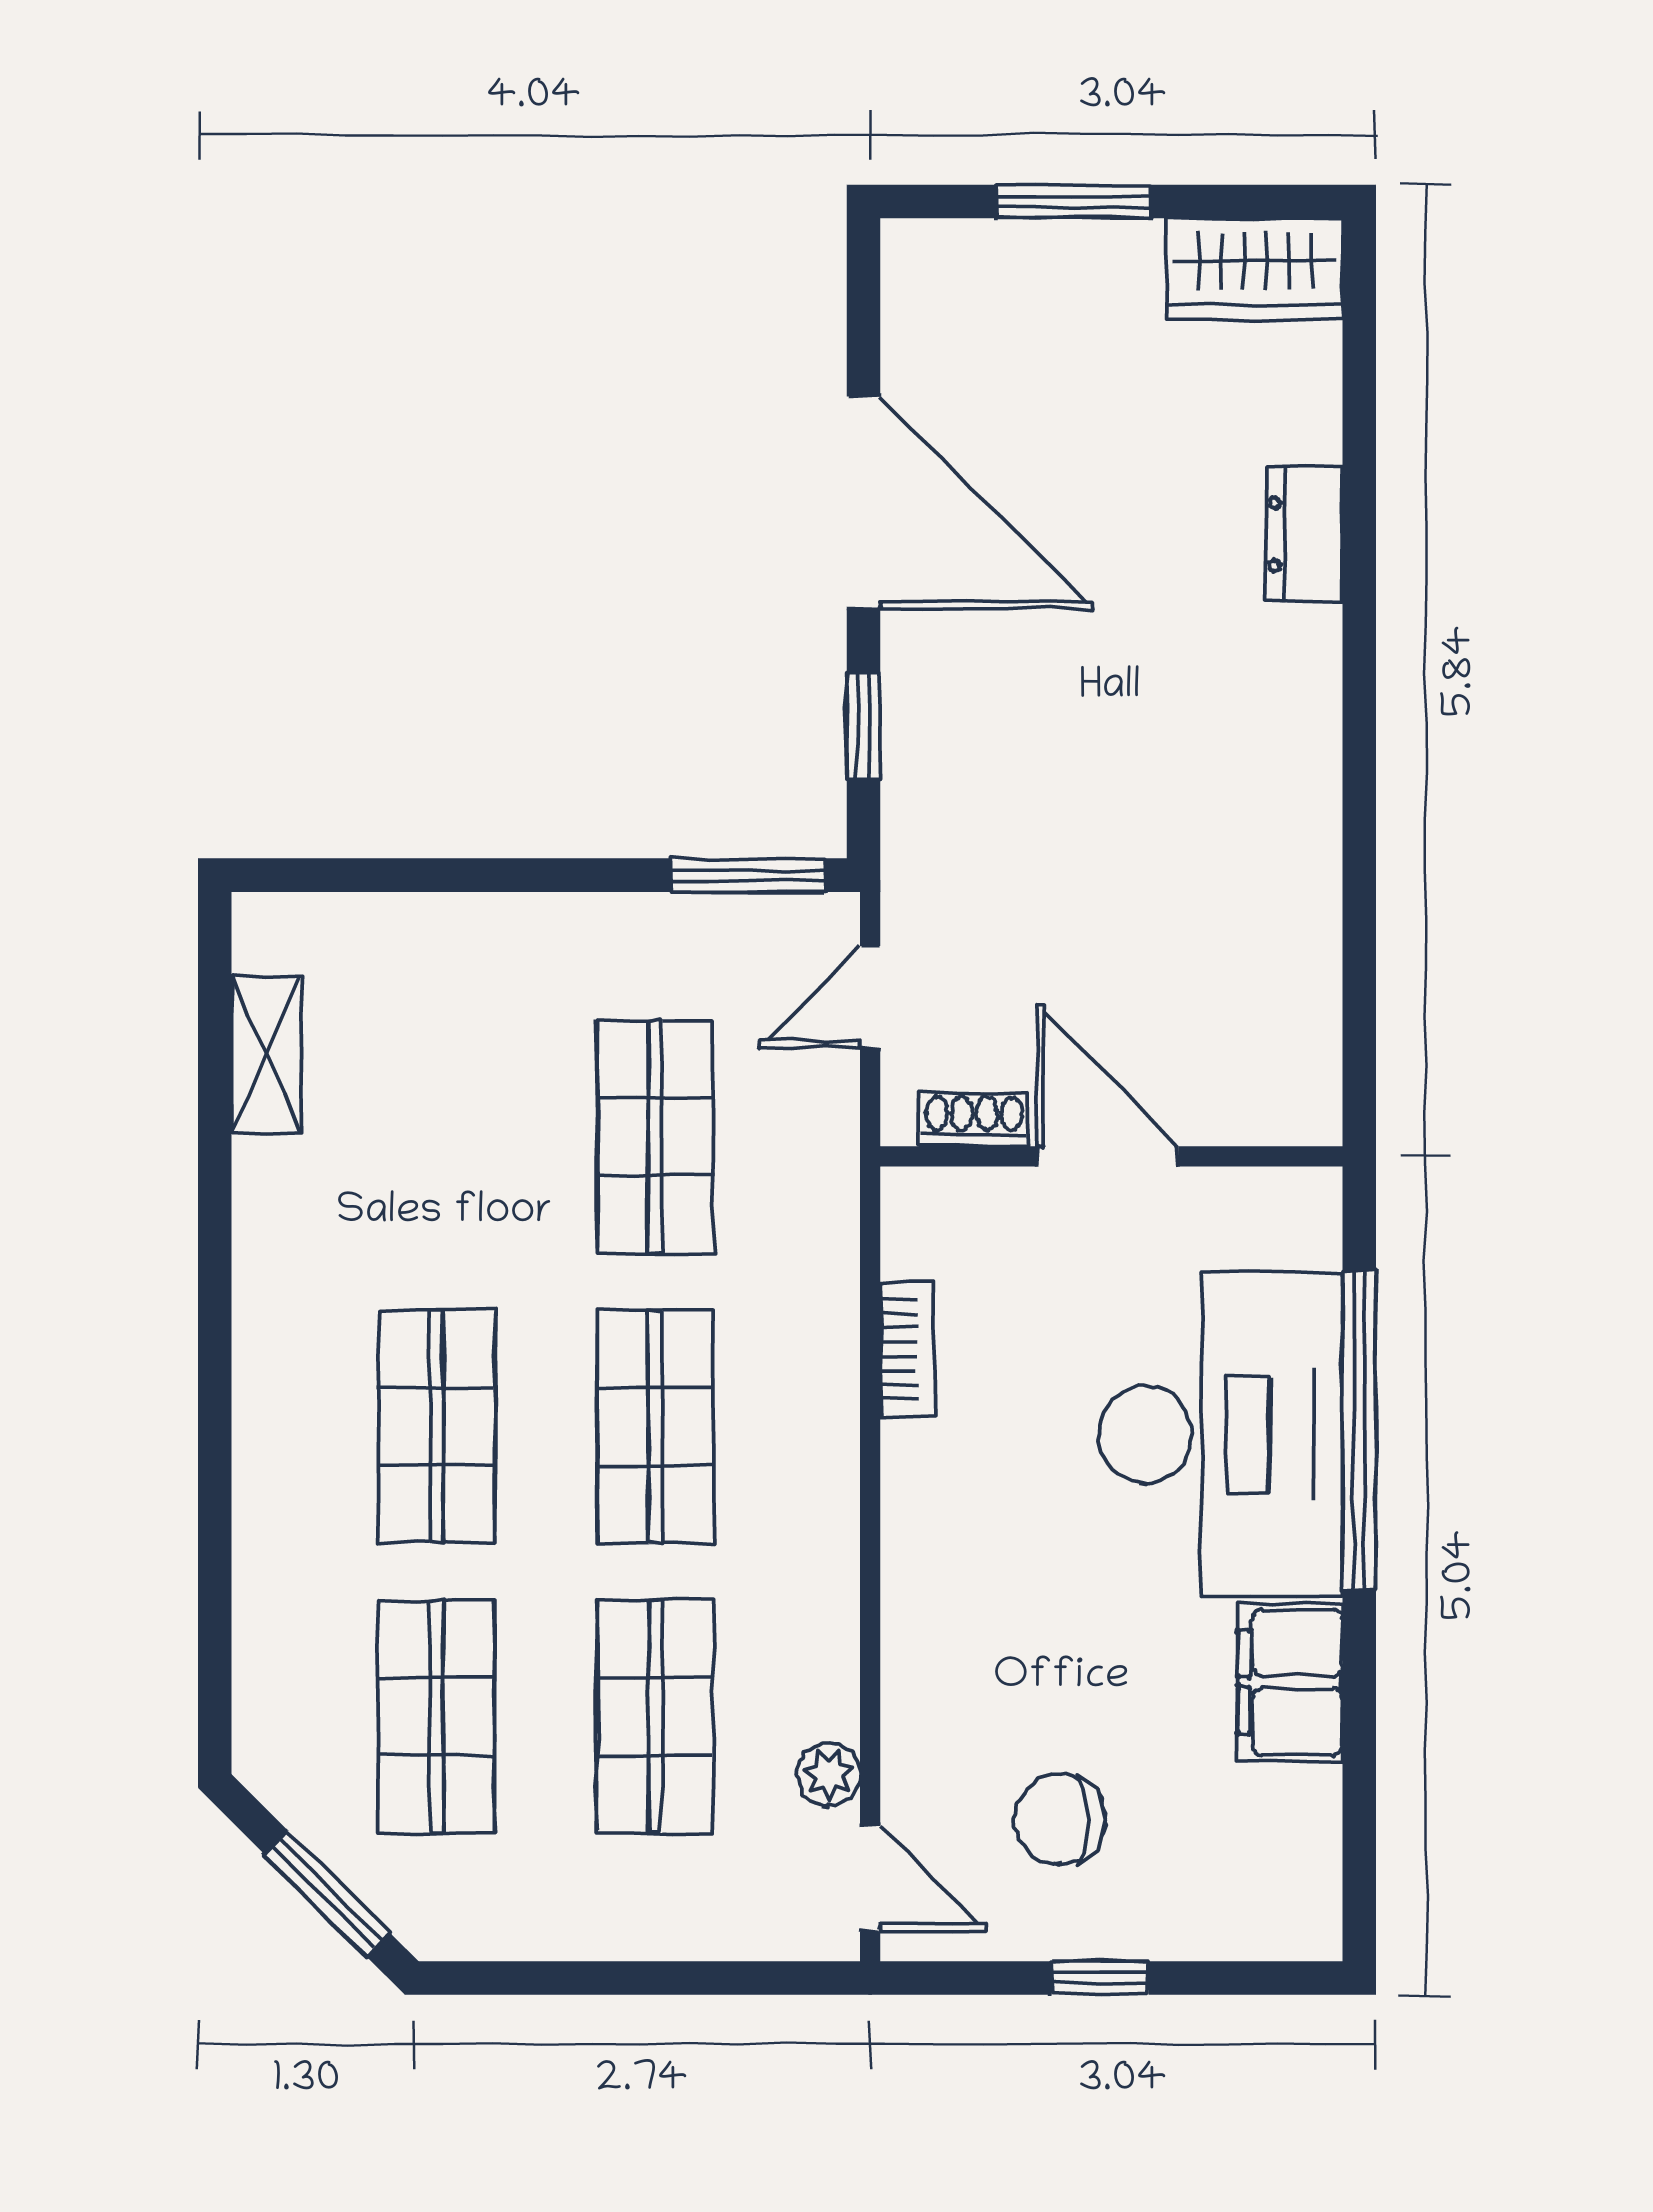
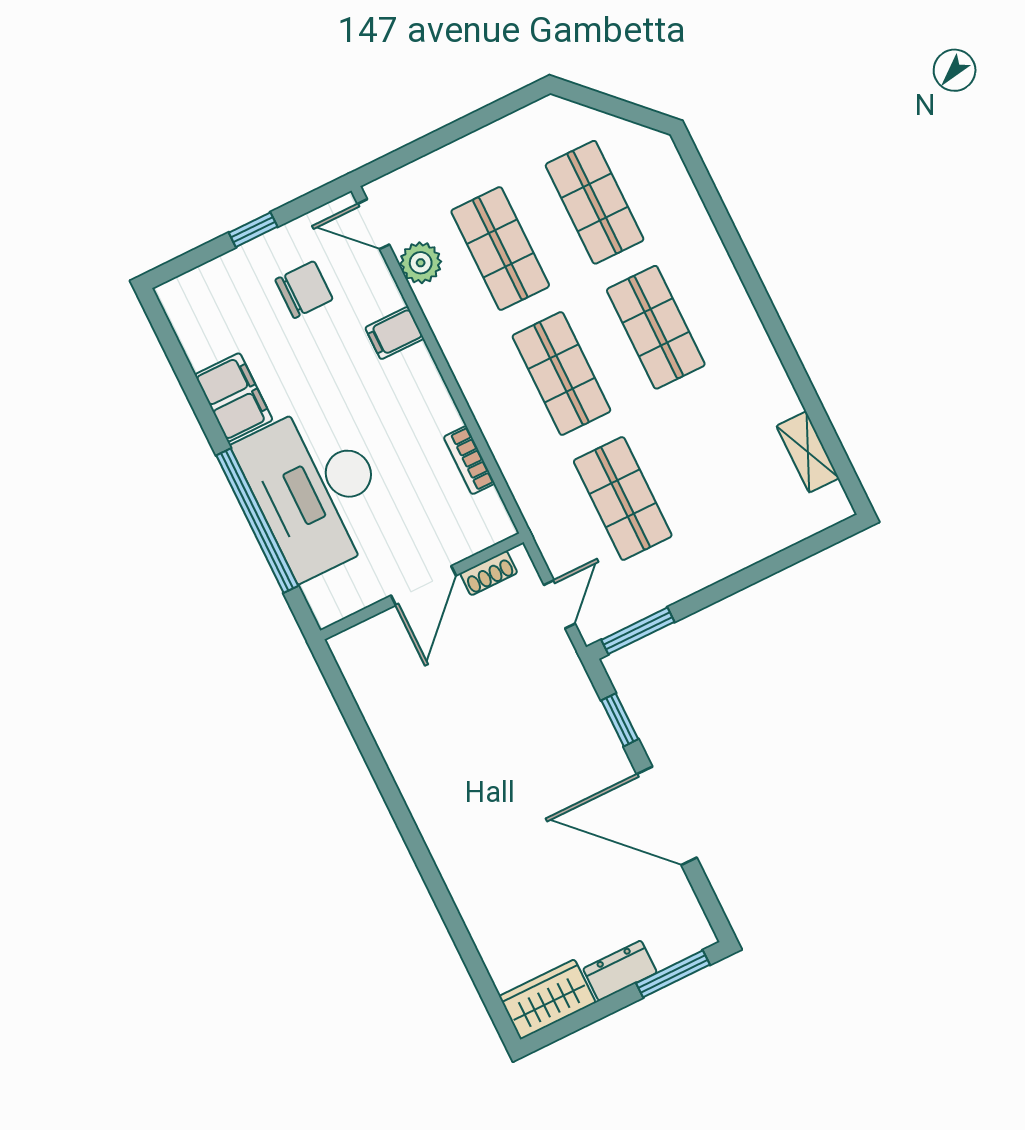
window: (1074, 201) -> (673, 974), moved
dresser: (1304, 534) -> (620, 971), moved, turned -90
door: (1108, 1156) -> (423, 586), hinge flipped
filing cabinet: (931, 1655) -> (394, 333), added
plant: (829, 1774) -> (421, 263), width x1.38, depth x1.38
window: (327, 1894) -> (604, 103), removed

